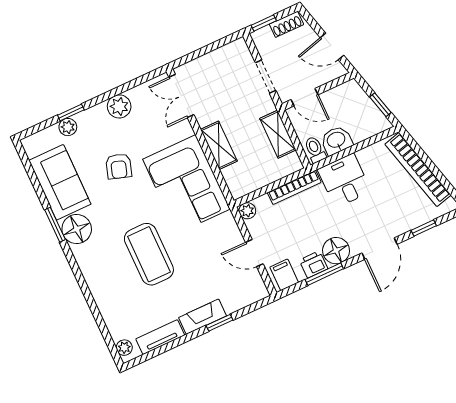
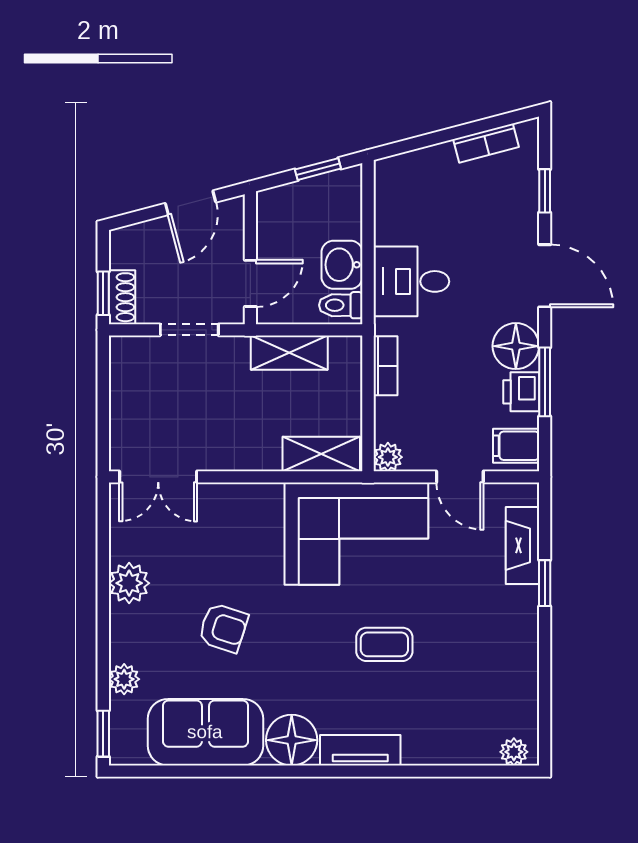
shoe rack: (286, 24) -> (122, 297), moved
window: (71, 113) -> (103, 734), moved
shelving: (219, 145) -> (321, 454), moved
bookcase: (418, 170) -> (486, 143), width x0.43, depth x0.76
corner sofa: (187, 184) -> (356, 534), moved
bookcase: (294, 187) -> (385, 366), width x0.64
window: (55, 225) -> (269, 771), removed
door: (254, 253) -> (460, 477), hinge flipped
coffee table: (149, 254) -> (384, 644), width x0.54, depth x0.58
fireplace: (203, 317) -> (522, 545), moved
tv unit: (160, 337) -> (360, 750), moved, turned 90

